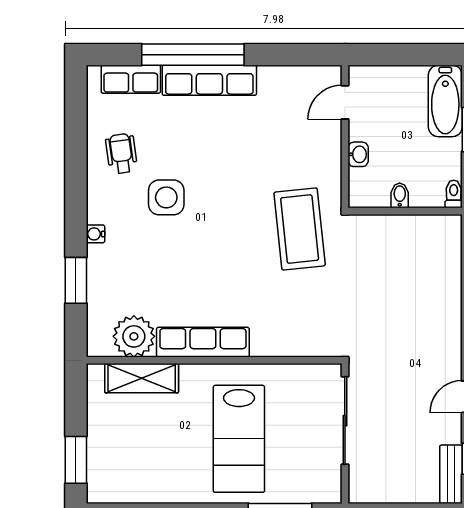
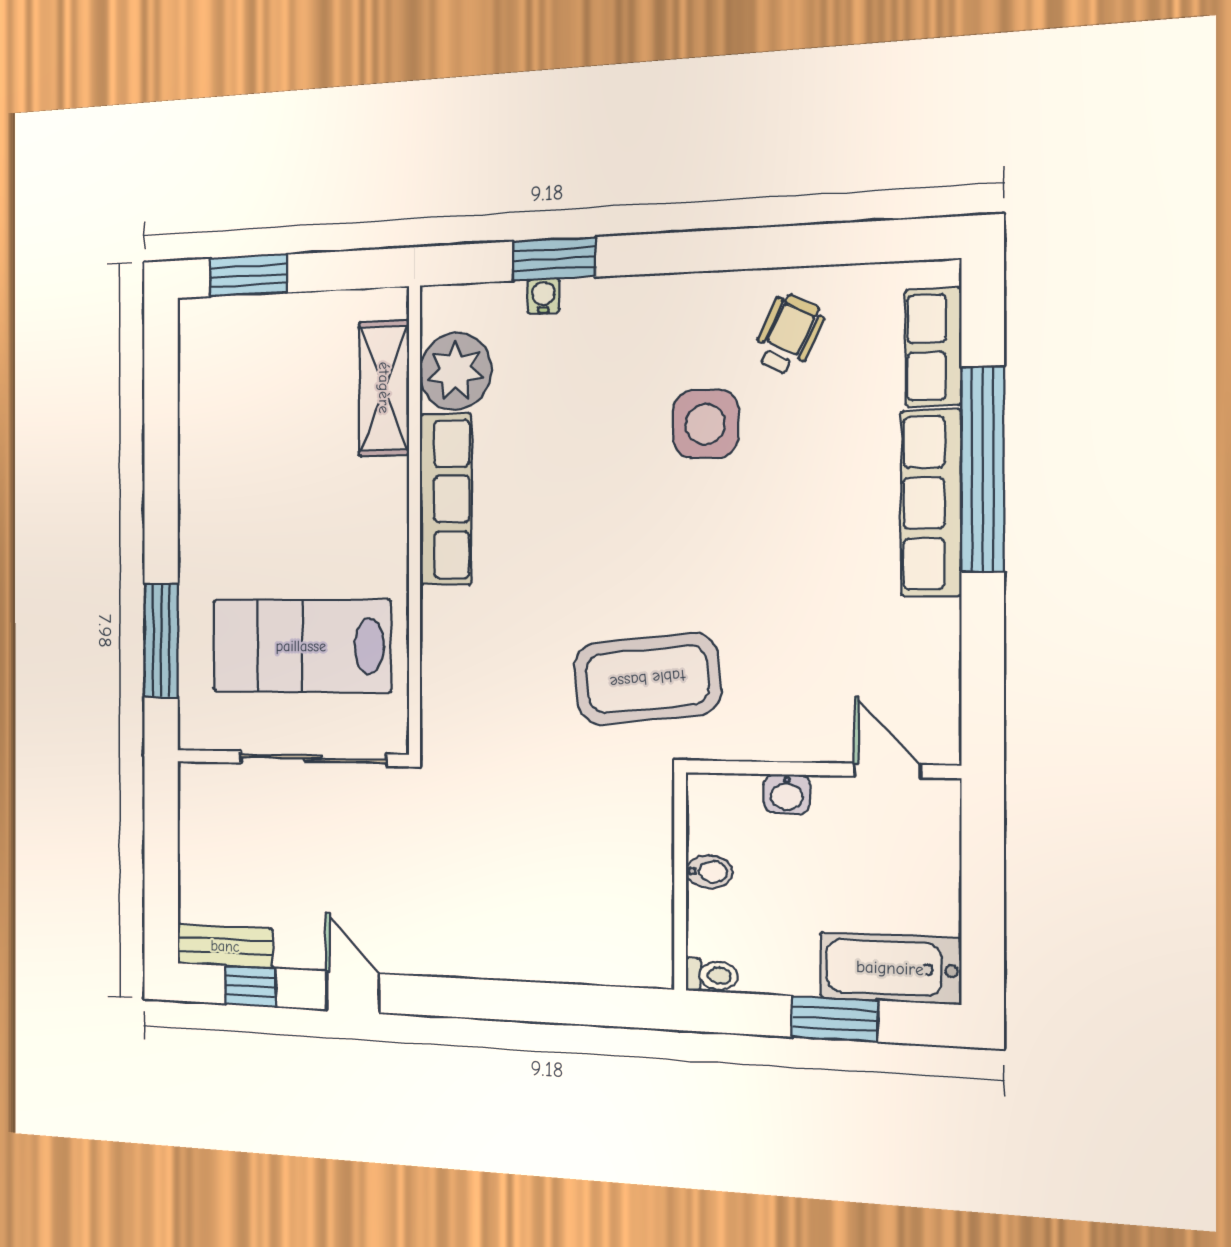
wheelchair: (121, 153) -> (788, 335), turned -56
water cooler: (95, 234) -> (543, 296), moved
lab bench: (239, 439) -> (301, 646), moved

